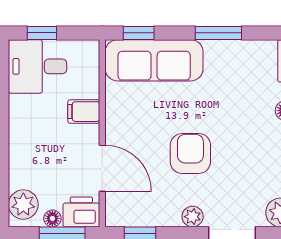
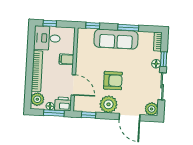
sofa: (154, 60) -> (116, 39), moved
bookcase: (19, 142) -> (37, 71), added
armchair: (190, 153) -> (113, 81), turned 90
plant: (193, 217) -> (108, 104), width x1.88, depth x1.88

